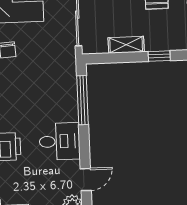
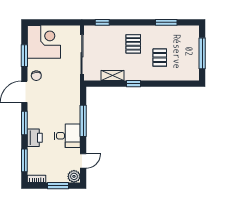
window: (83, 100) -> (83, 121), moved

